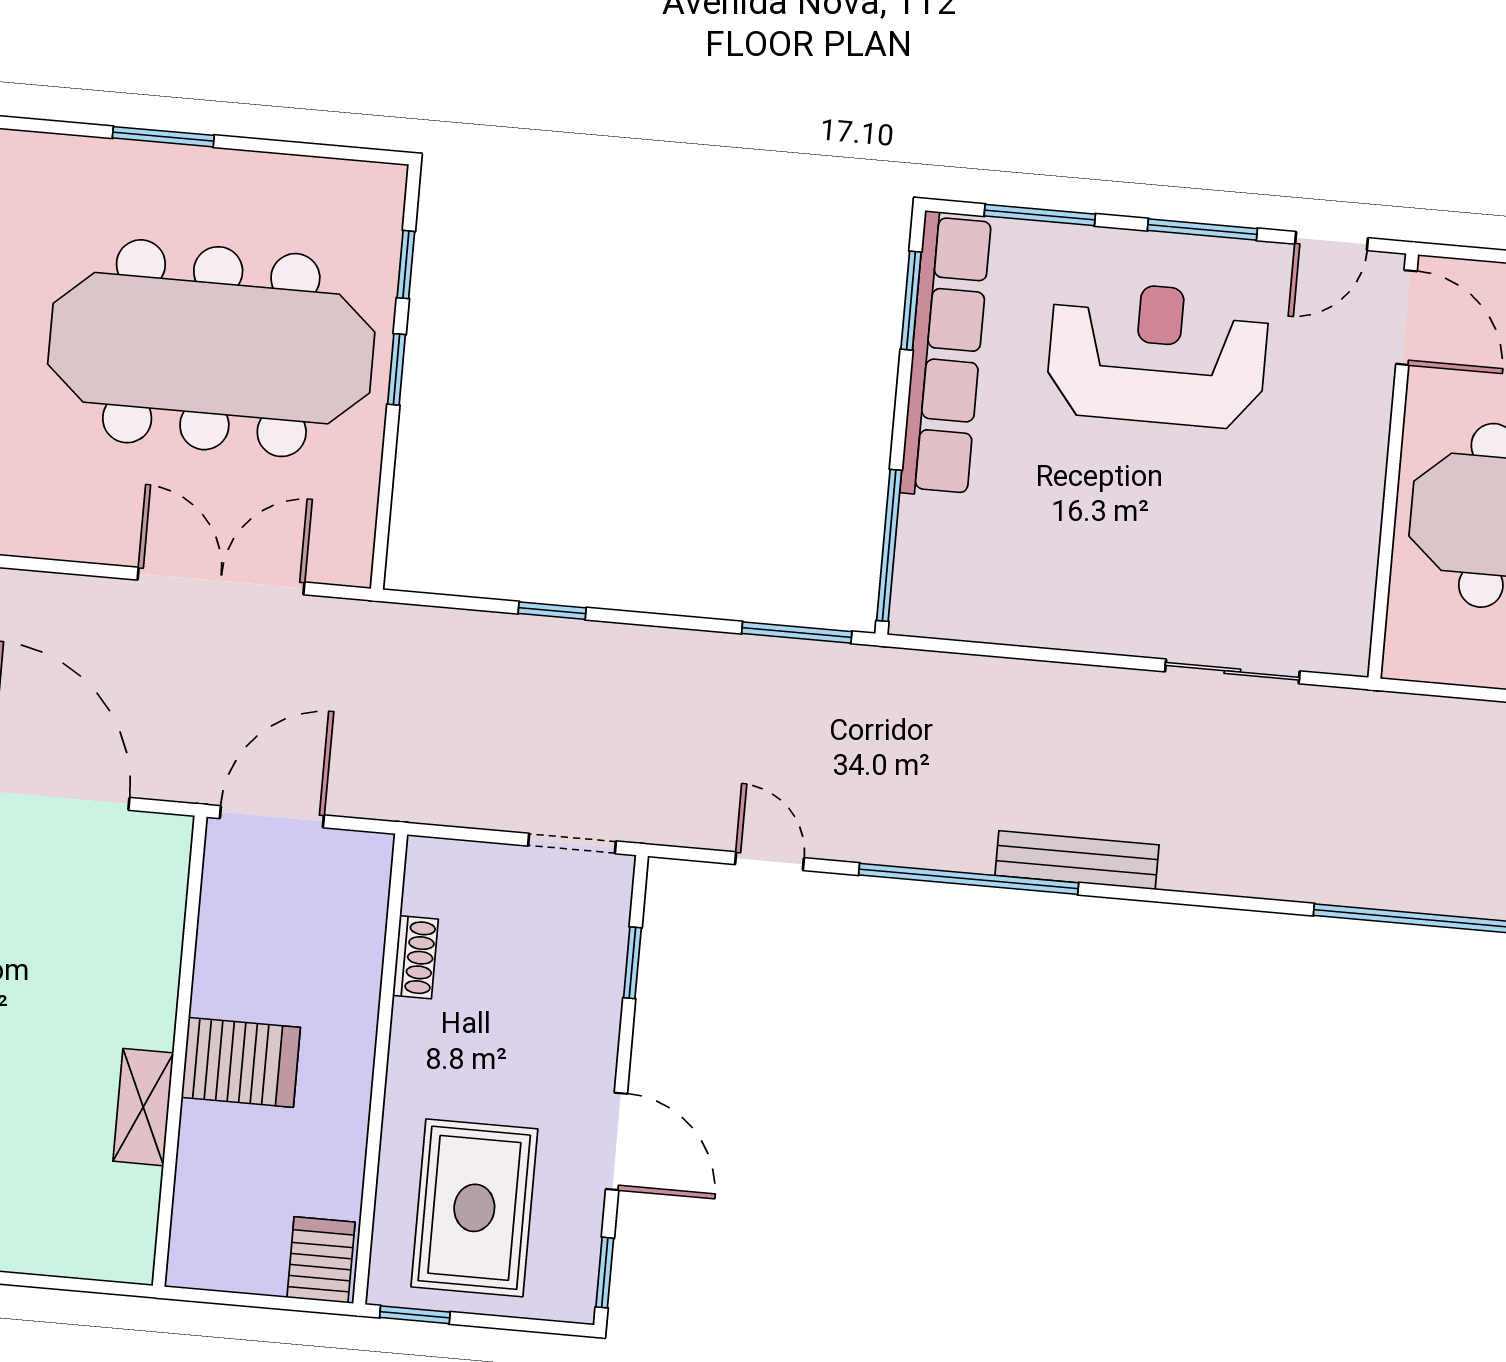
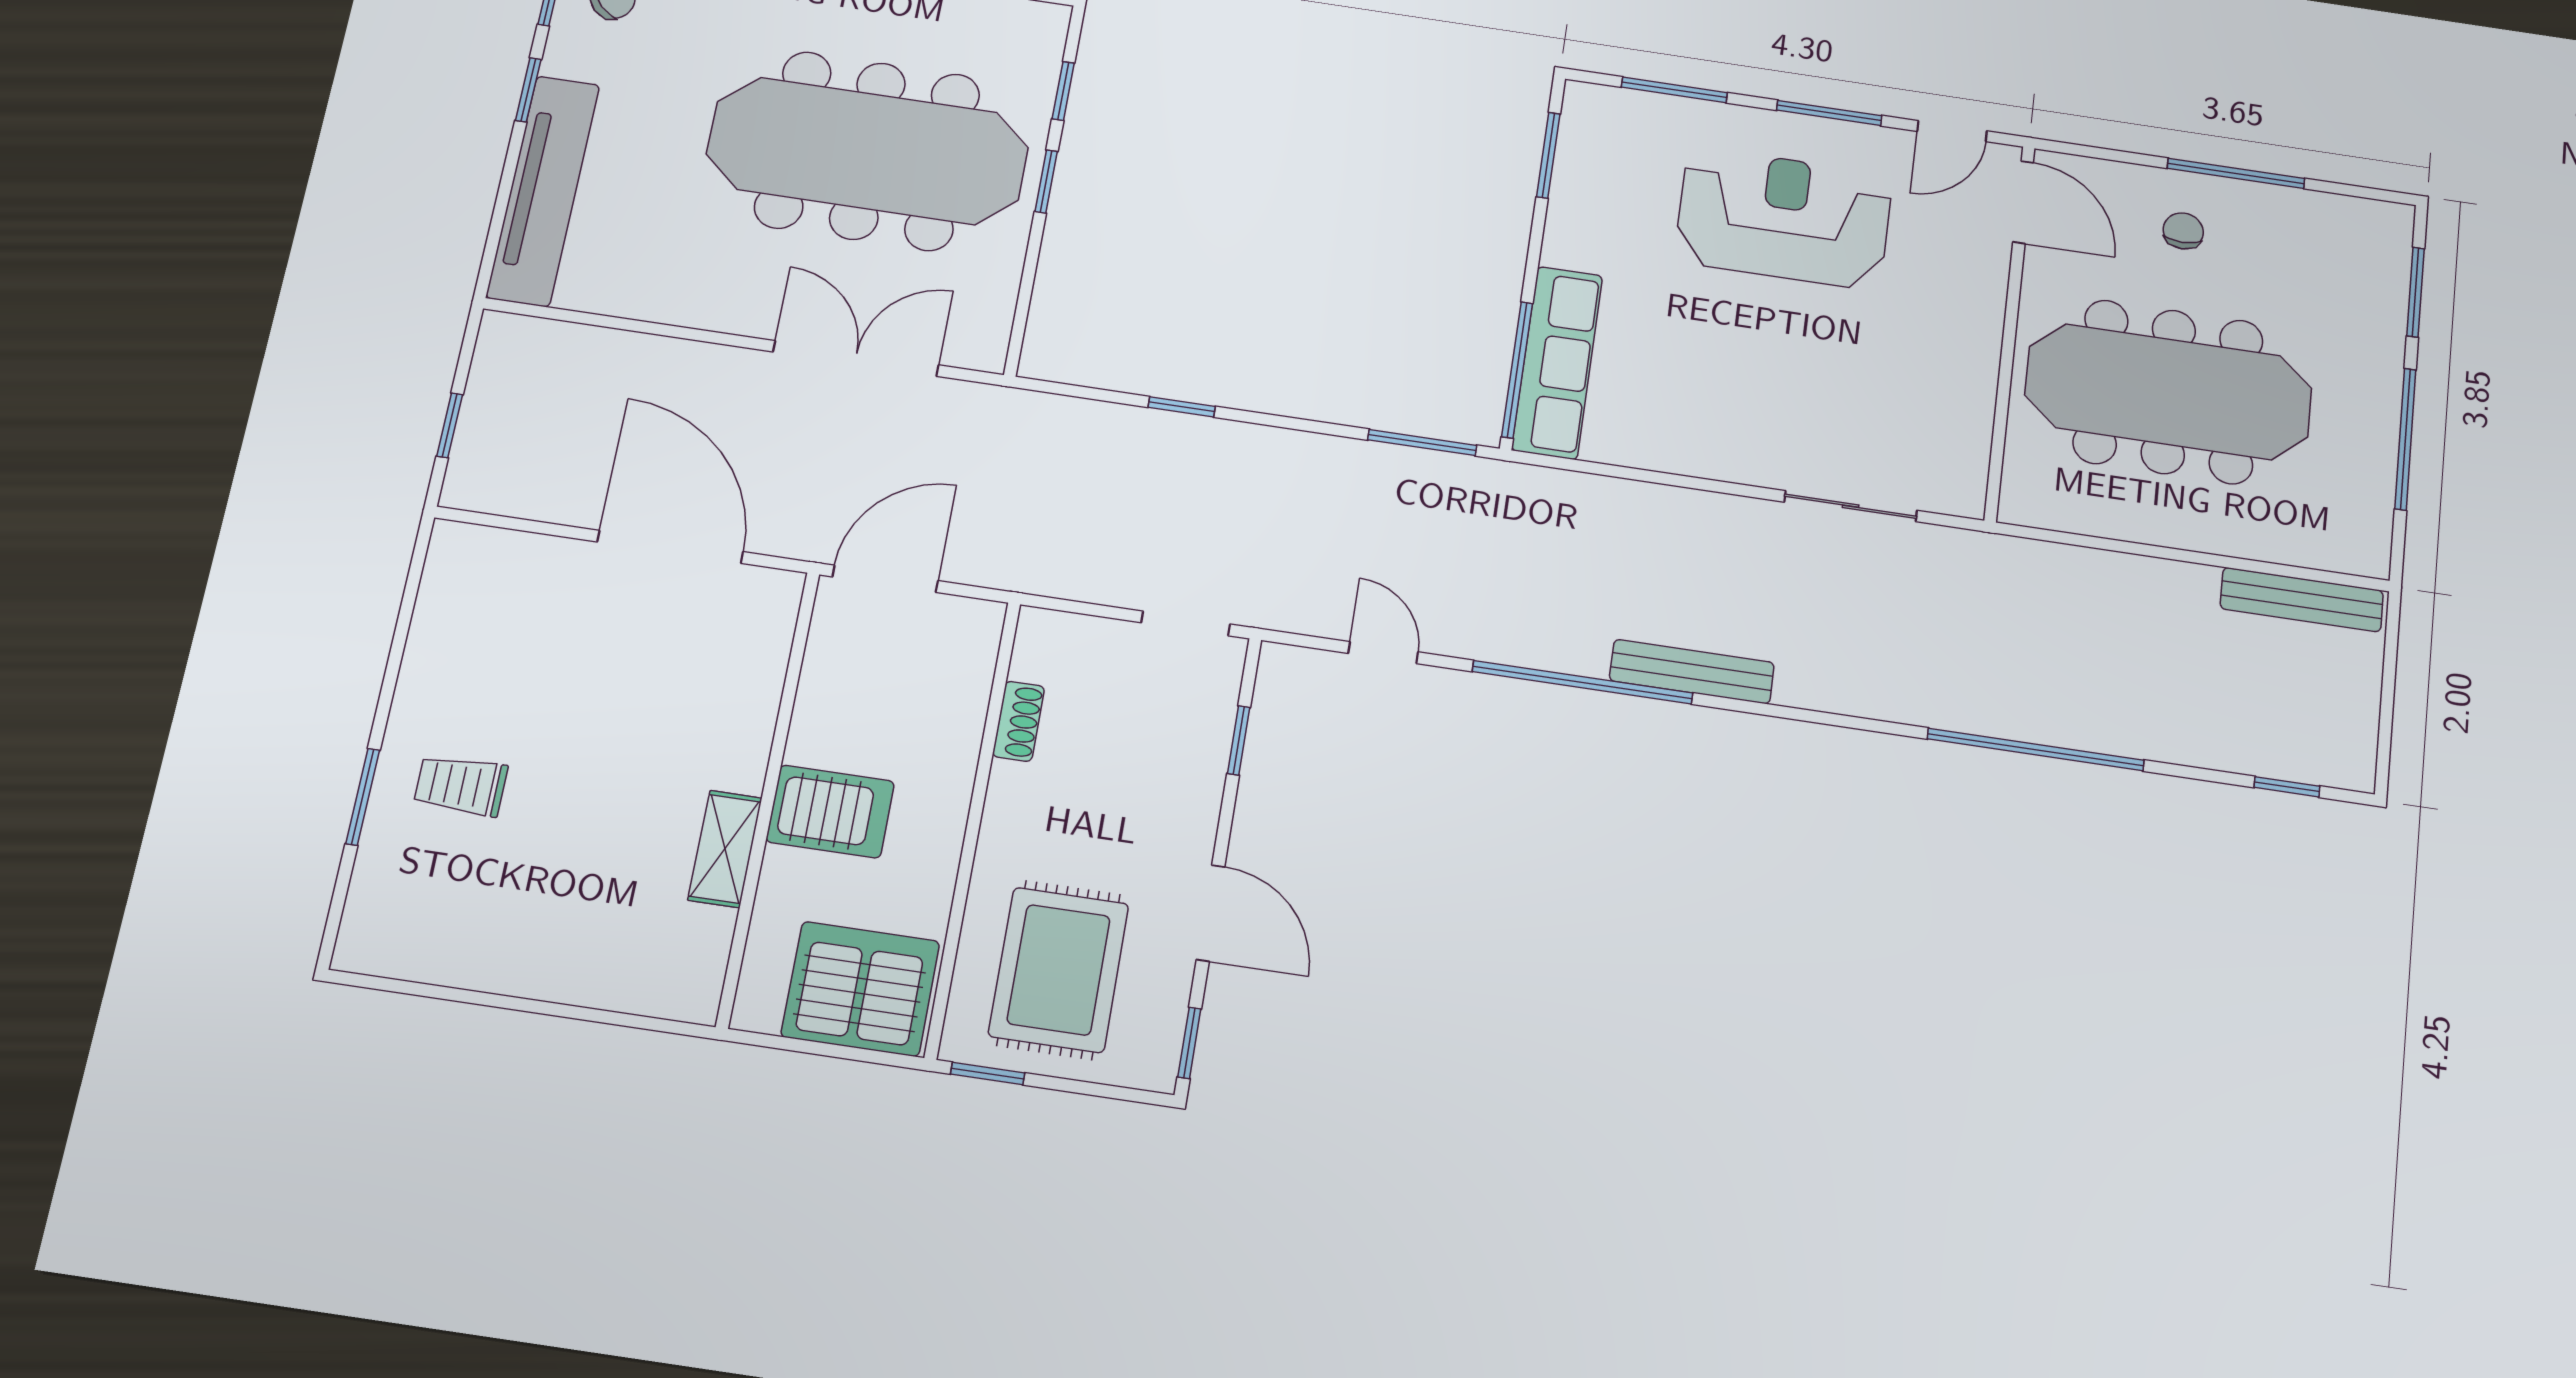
row of seats: (946, 355) -> (1557, 362), moved, width x0.73
server rack: (321, 1260) -> (860, 989), width x2.18, depth x1.44

